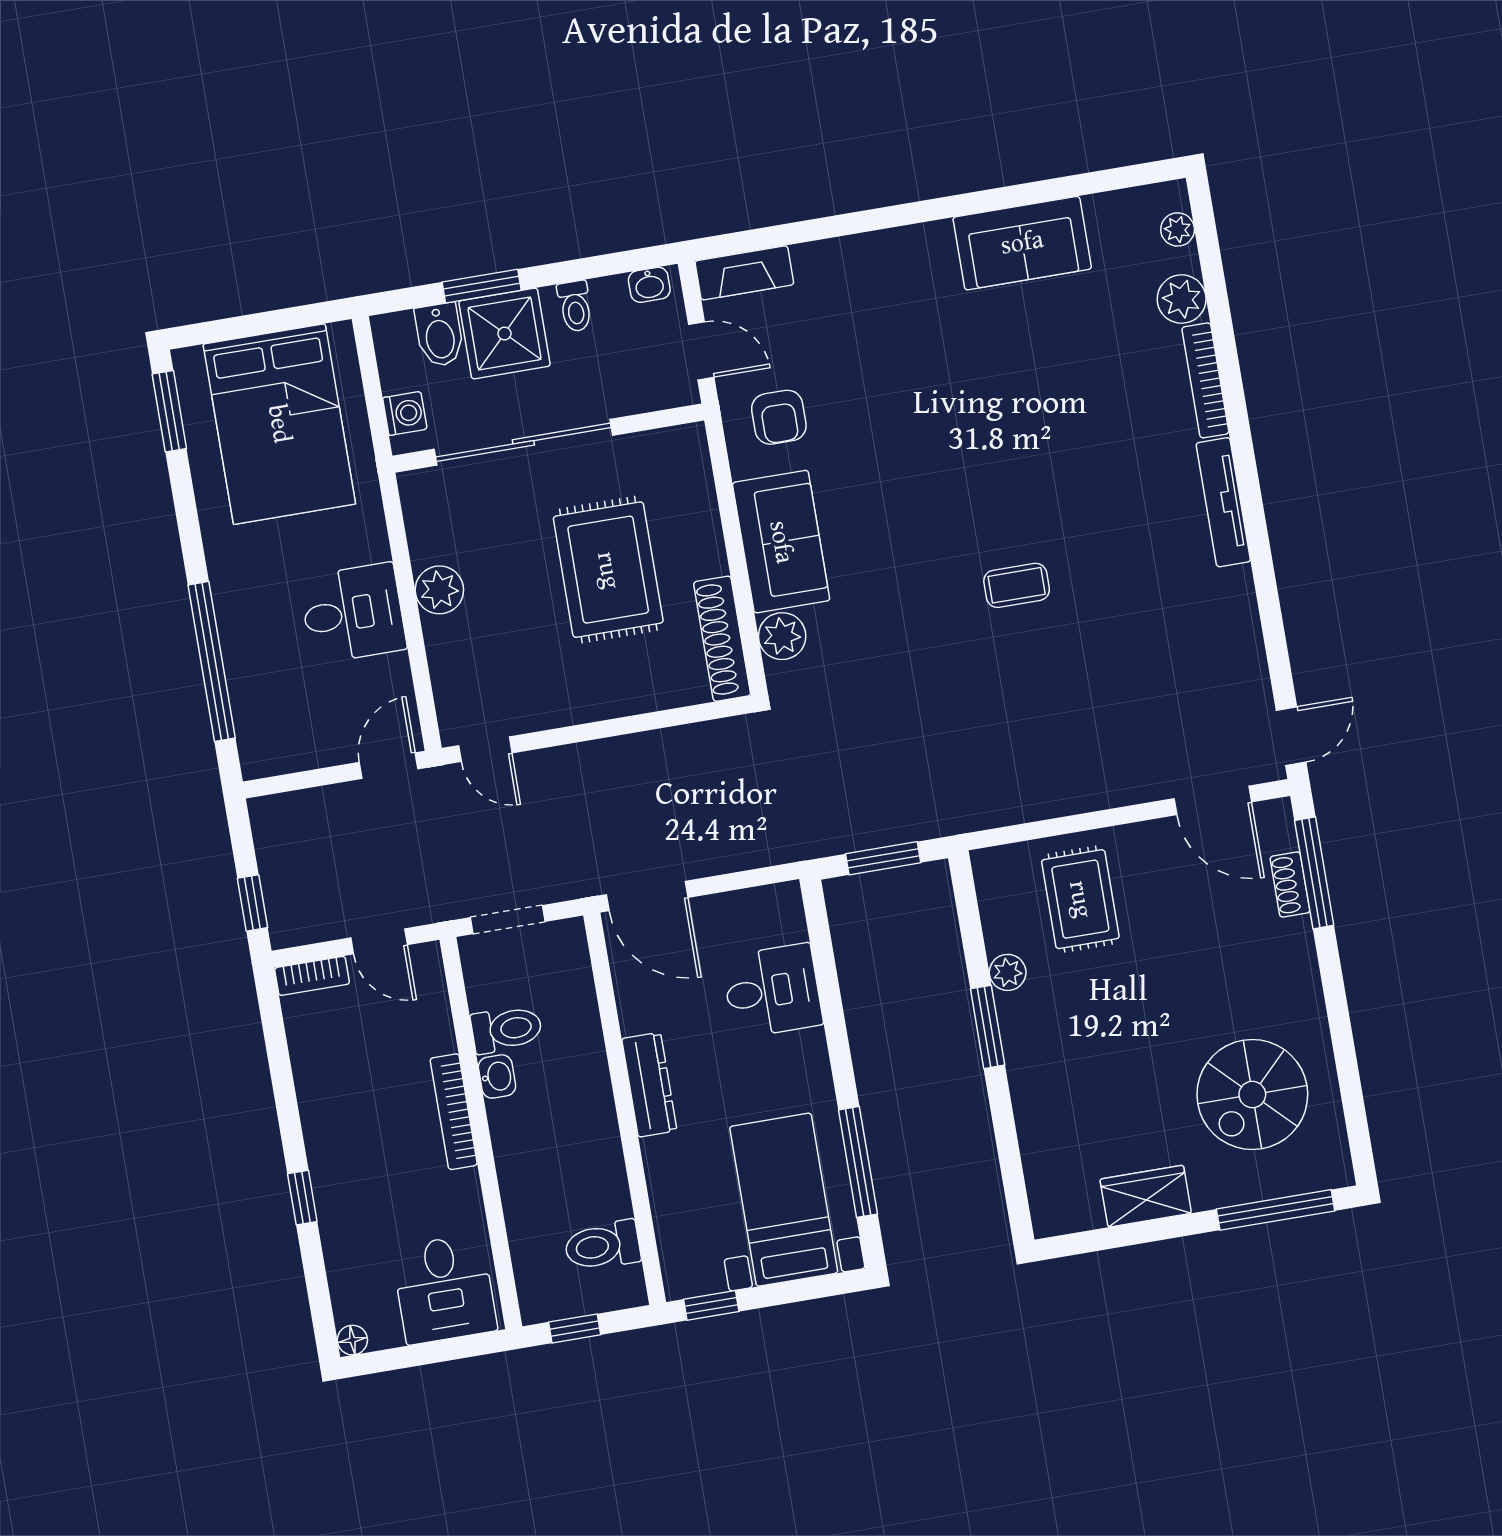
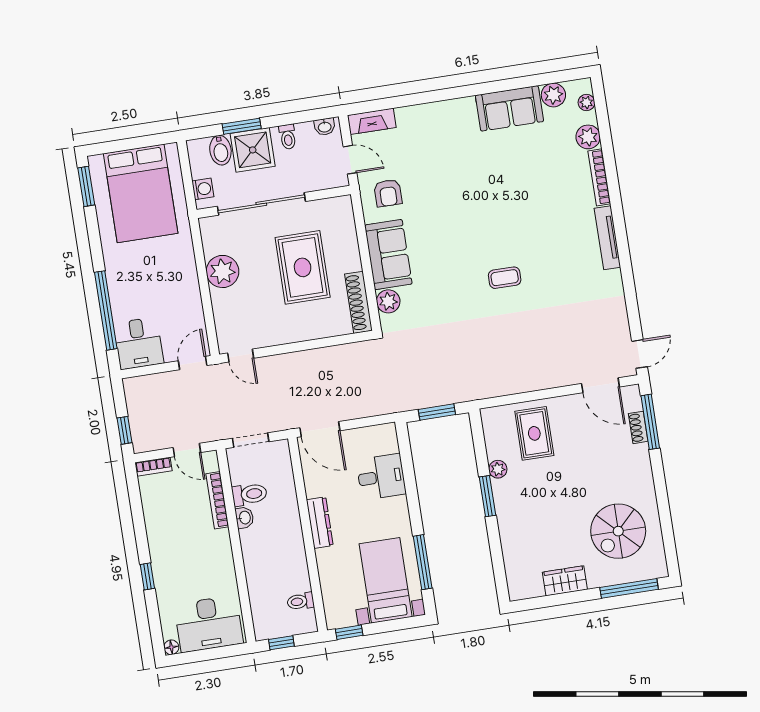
plant: (1111, 215) -> (553, 95), added
plant: (439, 590) -> (222, 271), width x1.36, depth x1.36
desk: (353, 613) -> (139, 343), moved, turned 90
bookcase: (454, 1112) -> (217, 500), moved
toilet: (602, 1246) -> (301, 601), width x0.73, depth x0.72
desk: (444, 1289) -> (209, 624), width x1.37

